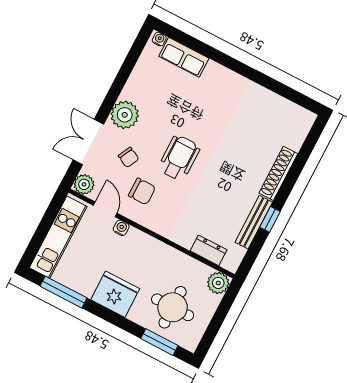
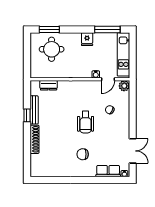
plant: (125, 115) -> (122, 129), removed
double door: (88, 142) -> (133, 151), moved
chair: (142, 191) -> (83, 154), moved
door: (105, 209) -> (108, 79), hinge flipped
plant: (218, 283) -> (36, 72), removed
fridge: (115, 294) -> (87, 39), width x0.53, depth x0.75

